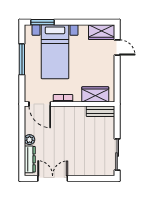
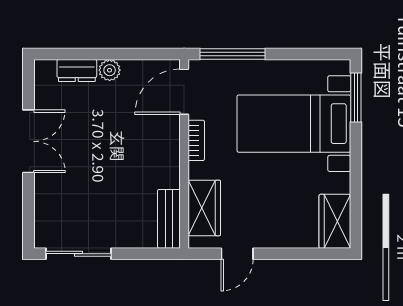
door: (117, 47) -> (237, 254), moved
window: (22, 59) -> (233, 54), moved
dresser: (30, 159) -> (77, 71), width x0.70
double door: (53, 178) -> (28, 141), moved

